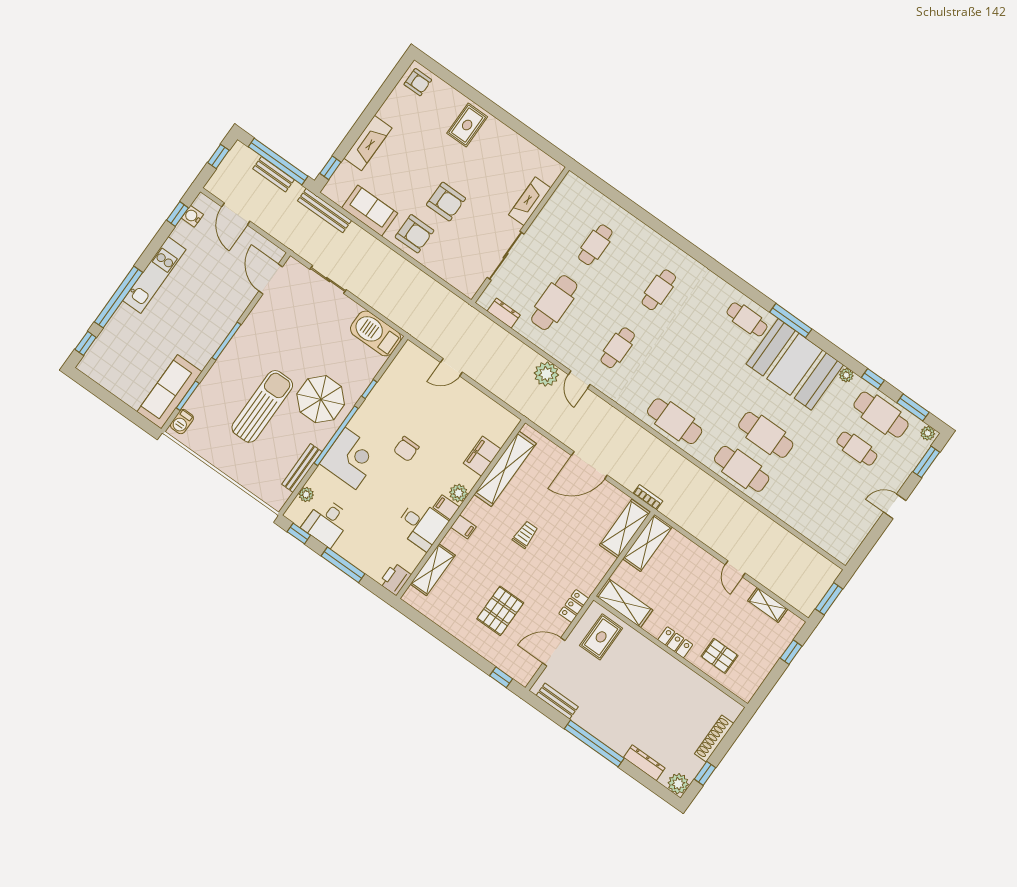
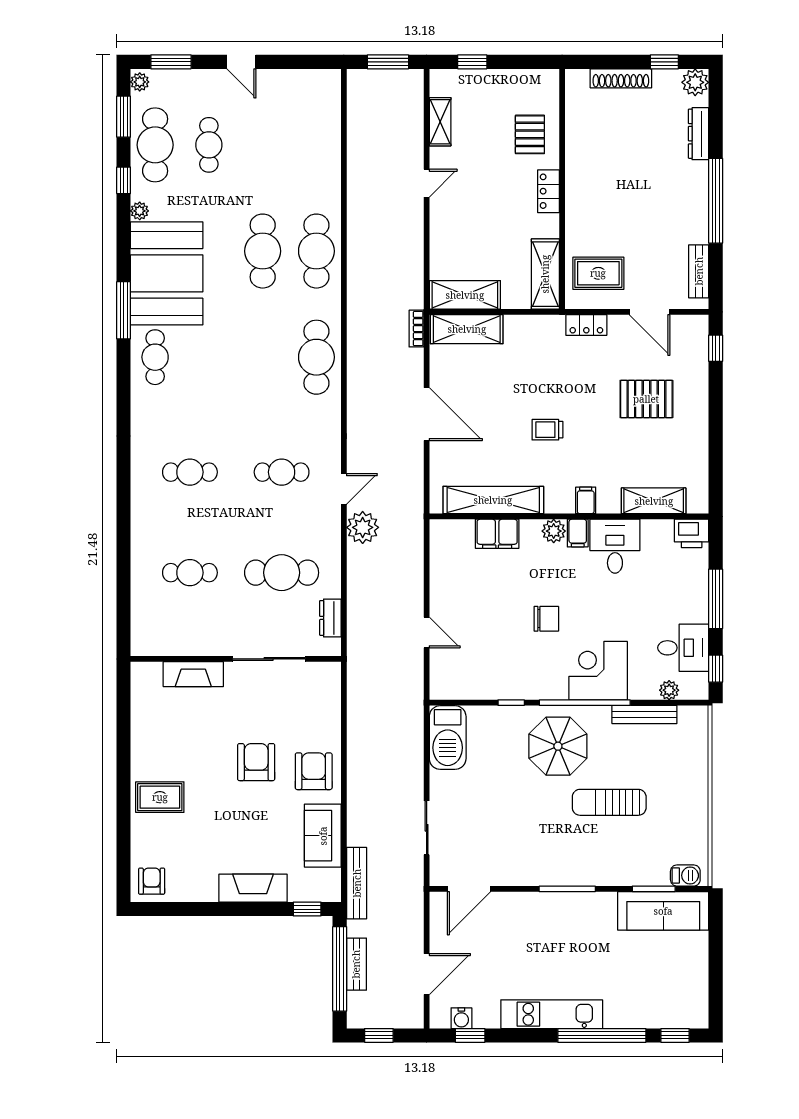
sun lounger: (262, 406) -> (609, 802), width x0.73, depth x0.75

